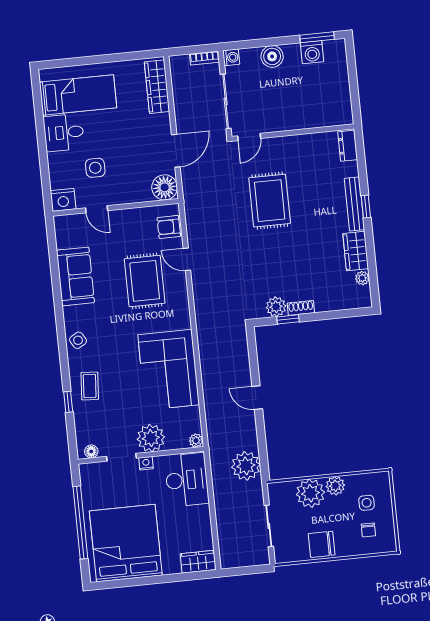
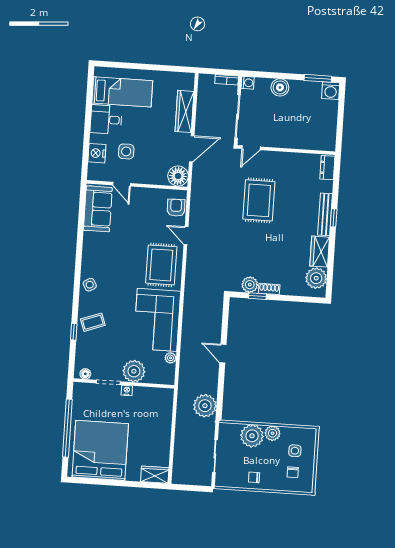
washing machine: (312, 52) -> (331, 91), moved
wardrobe: (157, 87) -> (184, 111), moved
nightstand: (63, 200) -> (97, 153), moved, turned 90
armchair: (169, 227) -> (176, 208), turned 88
sofa: (75, 276) -> (98, 209), moved
plant: (362, 278) -> (316, 278), width x1.87, depth x1.87
rug: (145, 281) -> (161, 265), moved
coffee table: (90, 386) -> (93, 322), turned 66
plant: (196, 440) -> (171, 358), moved
desk: (187, 480) -> (157, 409), removed
chair: (322, 544) -> (254, 477), width x0.54, depth x0.54

